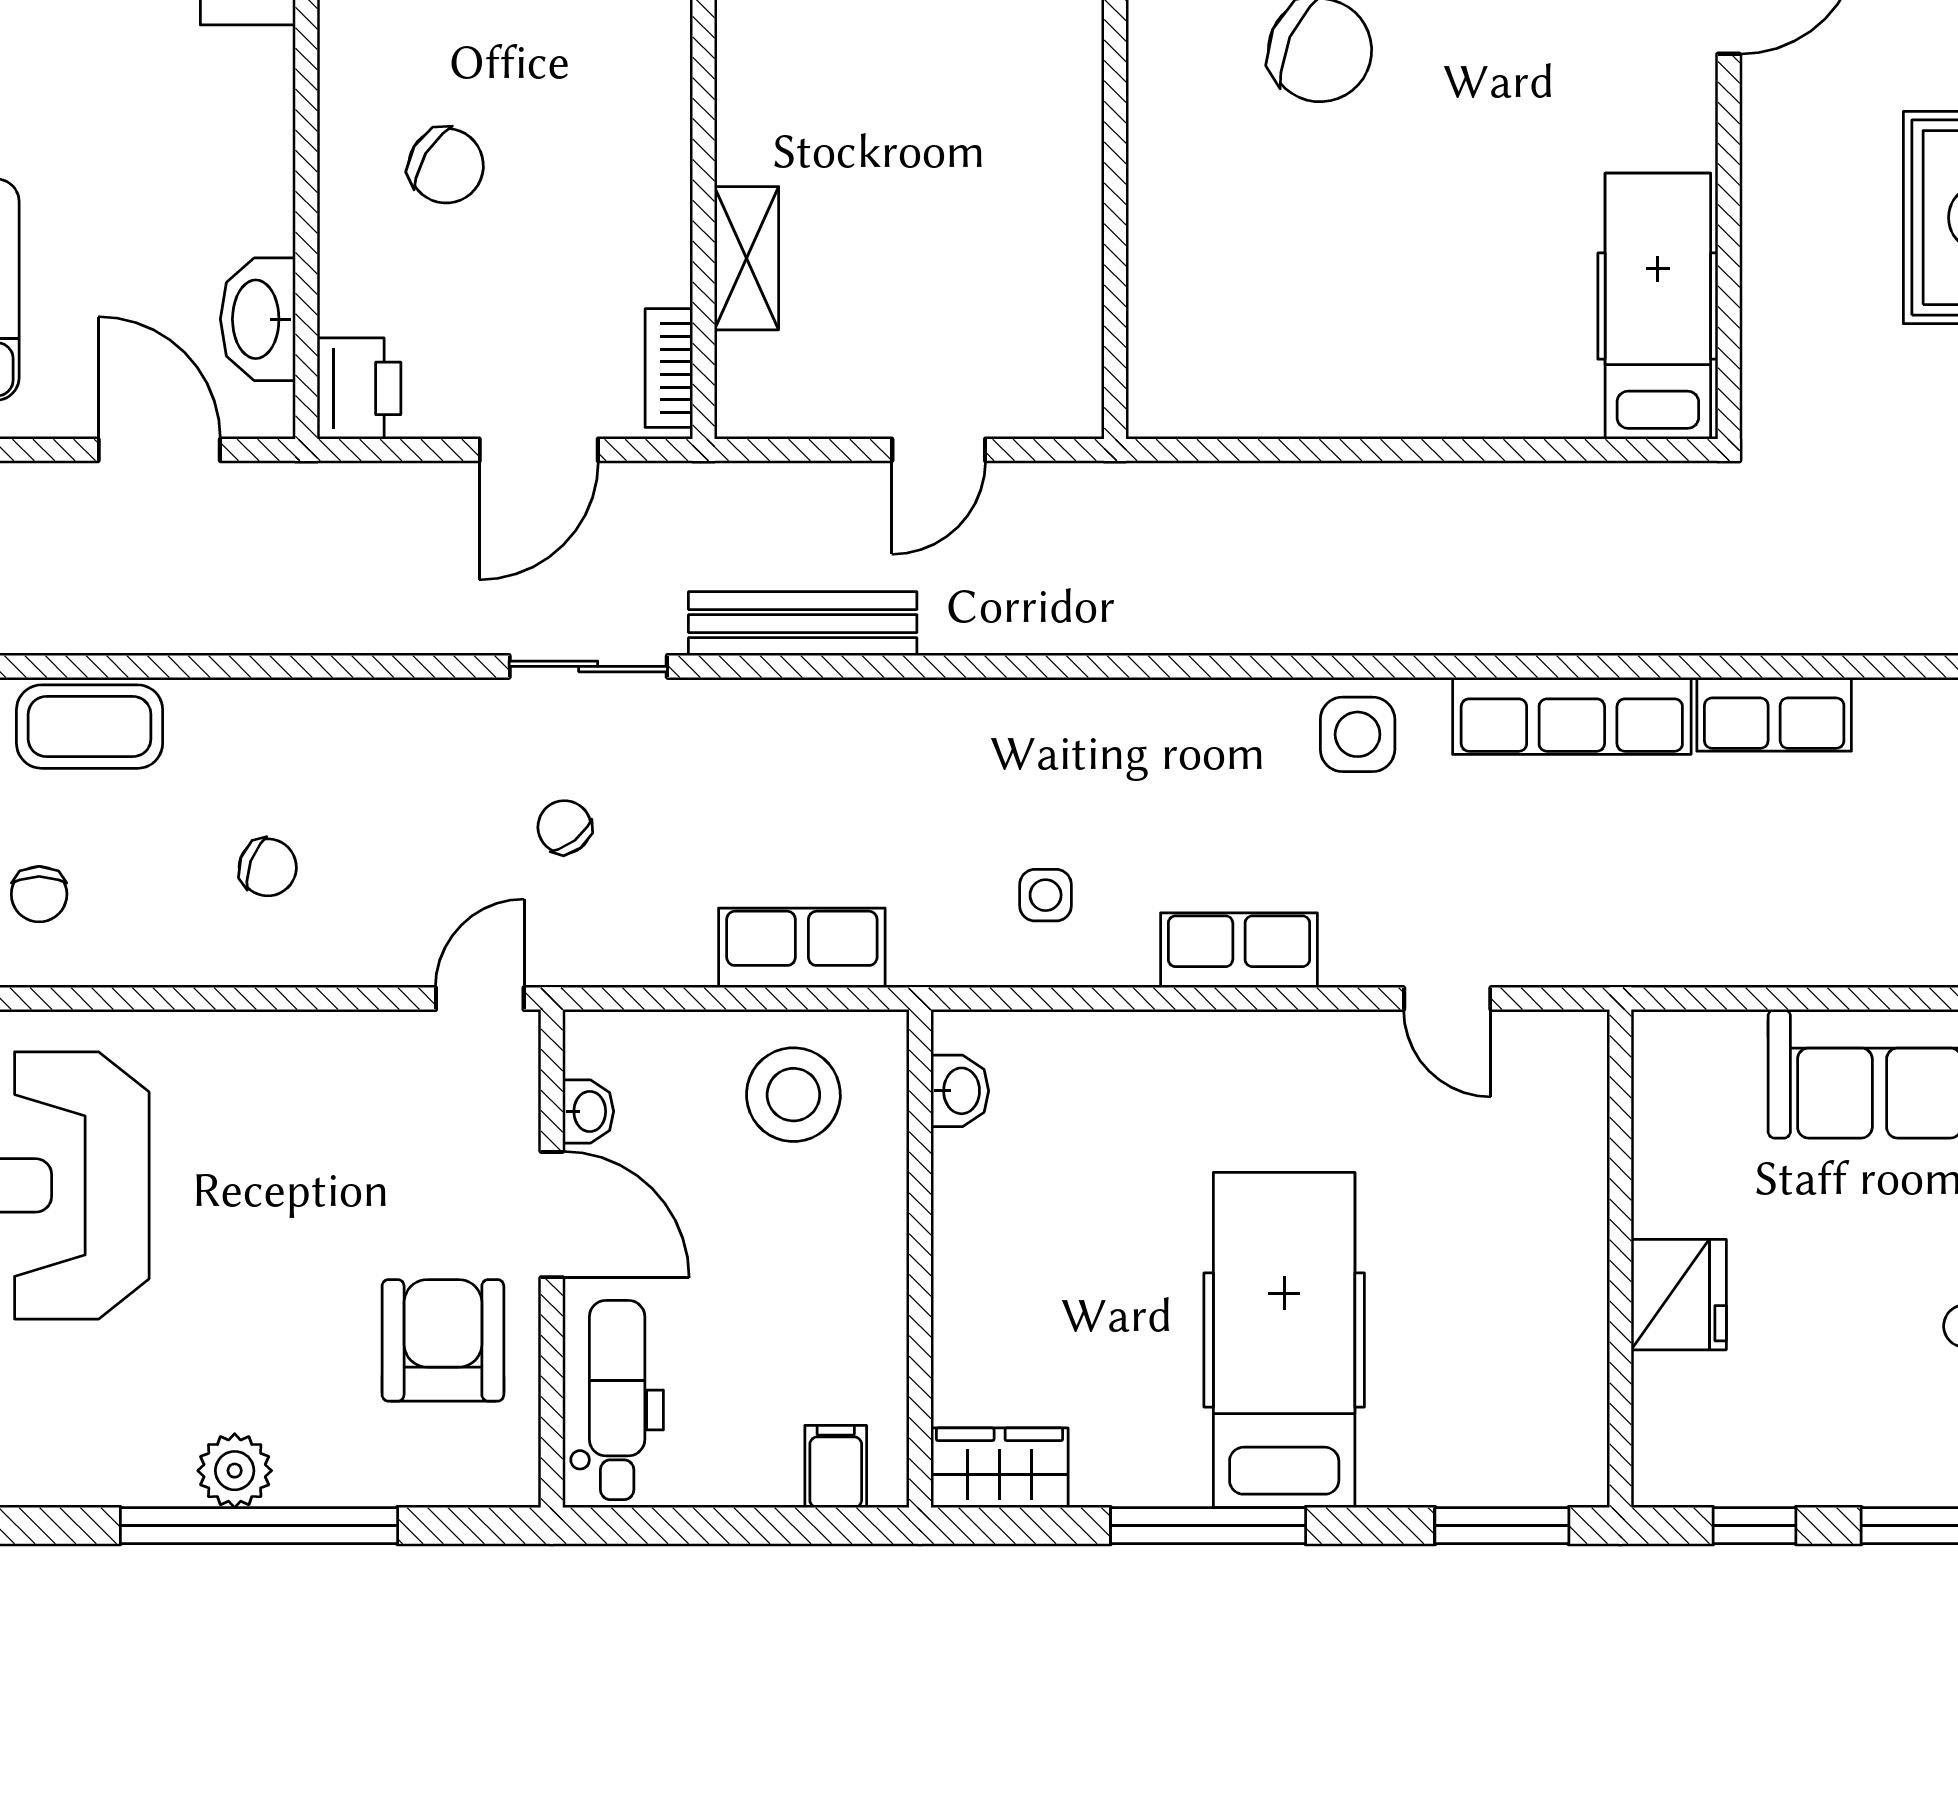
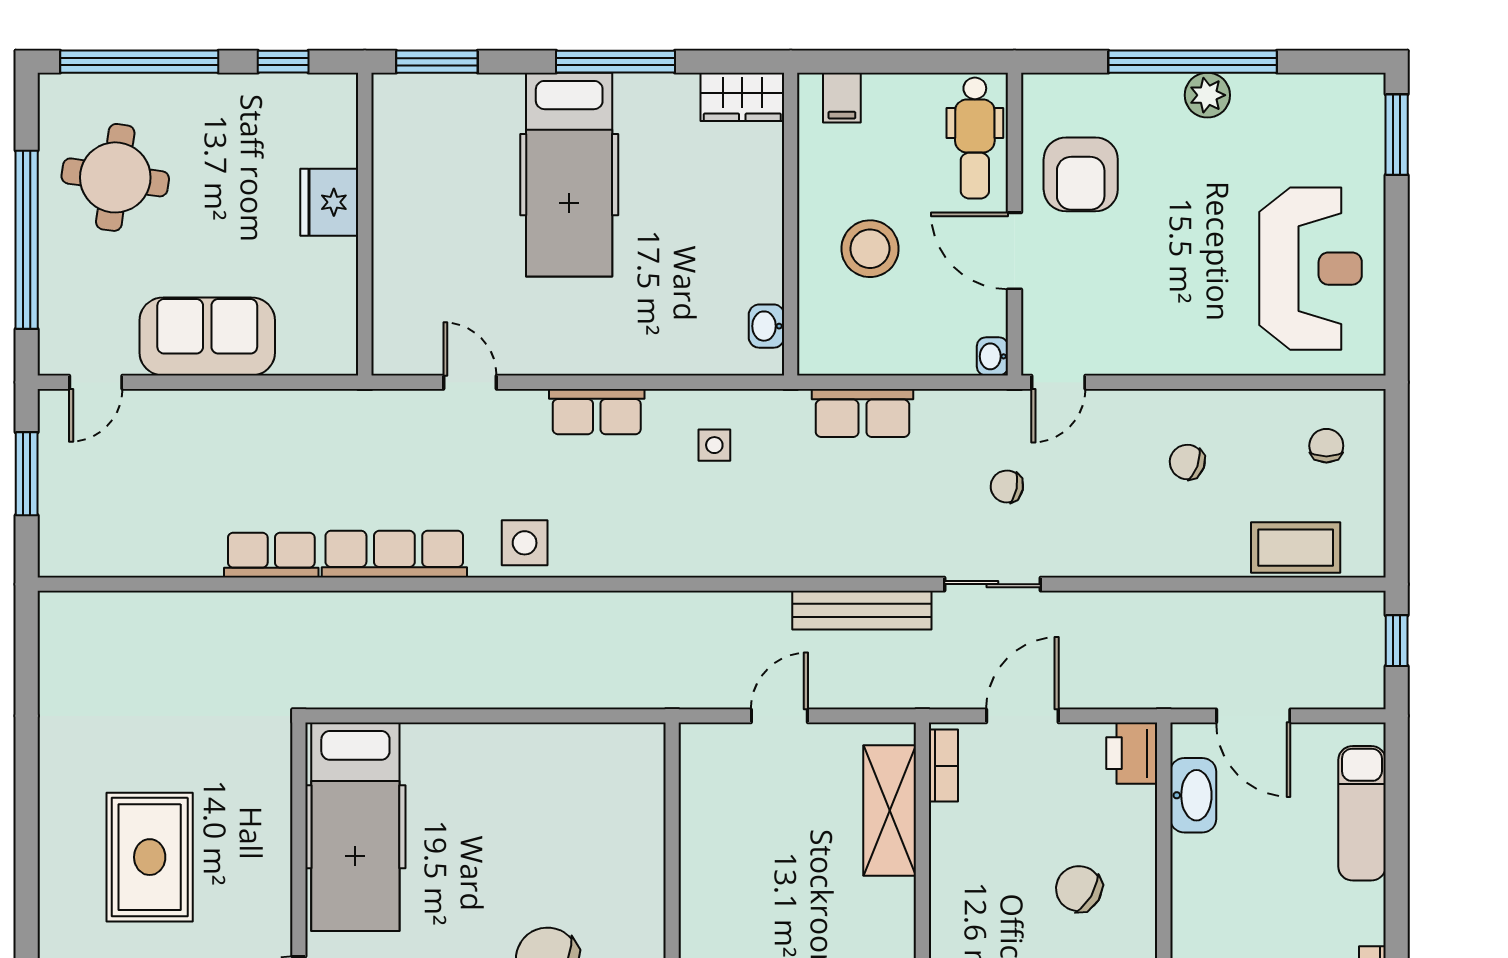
shelving: (746, 258) -> (890, 811), width x1.50, depth x1.33
hospital bed: (1658, 306) -> (355, 827), width x1.37, depth x1.29
chair: (564, 827) -> (1007, 486), turned 139
stool: (793, 1095) -> (870, 249), moved
washbasin: (588, 1111) -> (992, 356), moved

